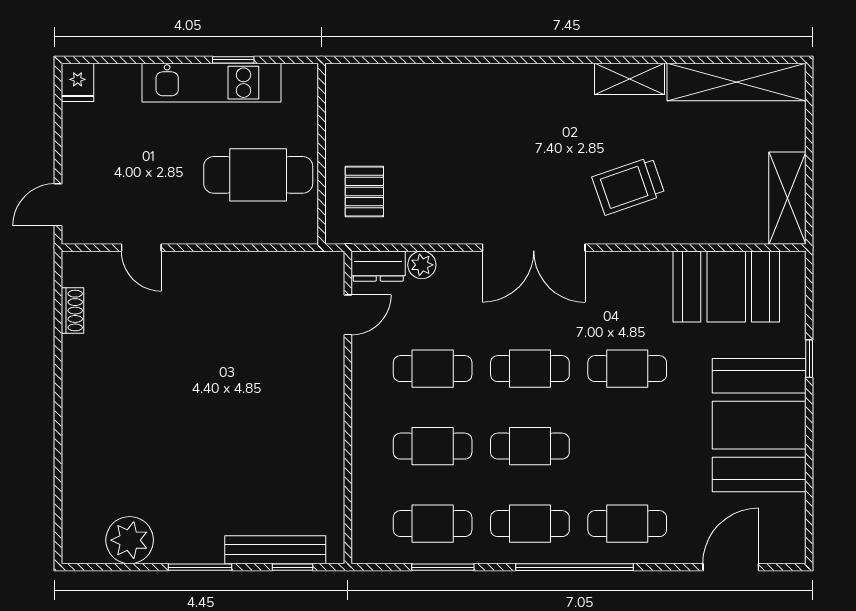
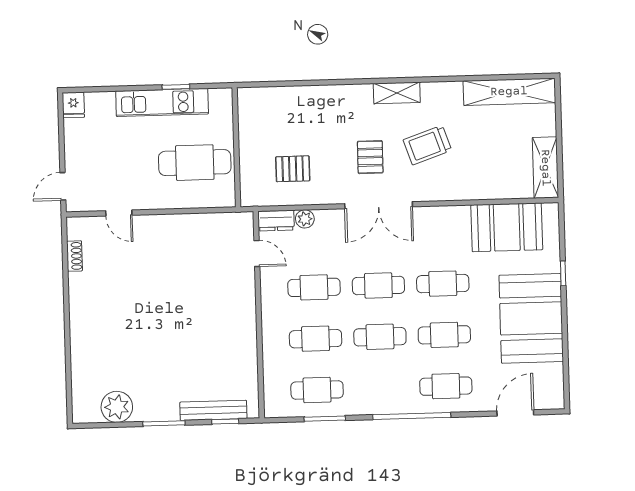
shelving: (629, 79) -> (397, 93), moved
pallet: (523, 174) -> (370, 157), added
trolley: (628, 186) -> (427, 145), moved
pallet: (364, 192) -> (293, 169), moved, turned 90
door: (348, 315) -> (257, 253), hinge flipped
cafe table: (530, 524) -> (444, 335), moved

